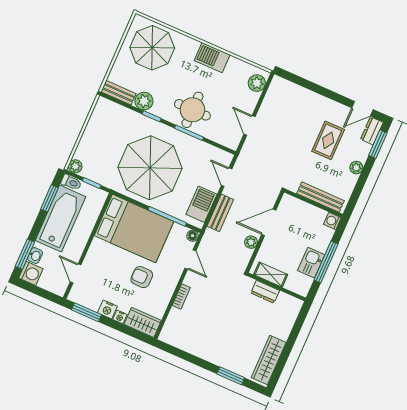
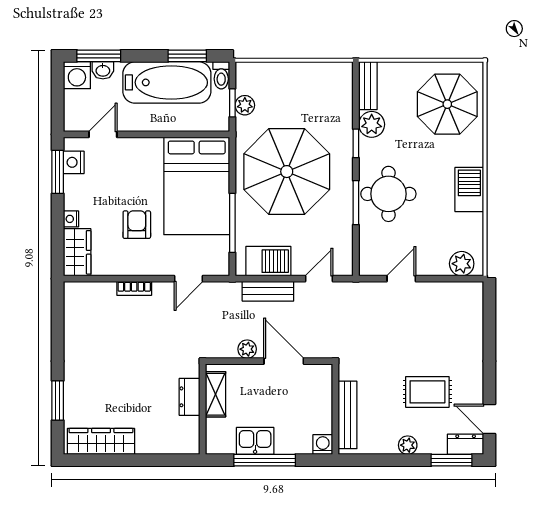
plant: (75, 166) -> (245, 105), moved
floor lamp: (192, 236) -> (221, 268), removed
nightstand: (107, 309) -> (74, 162), moved

